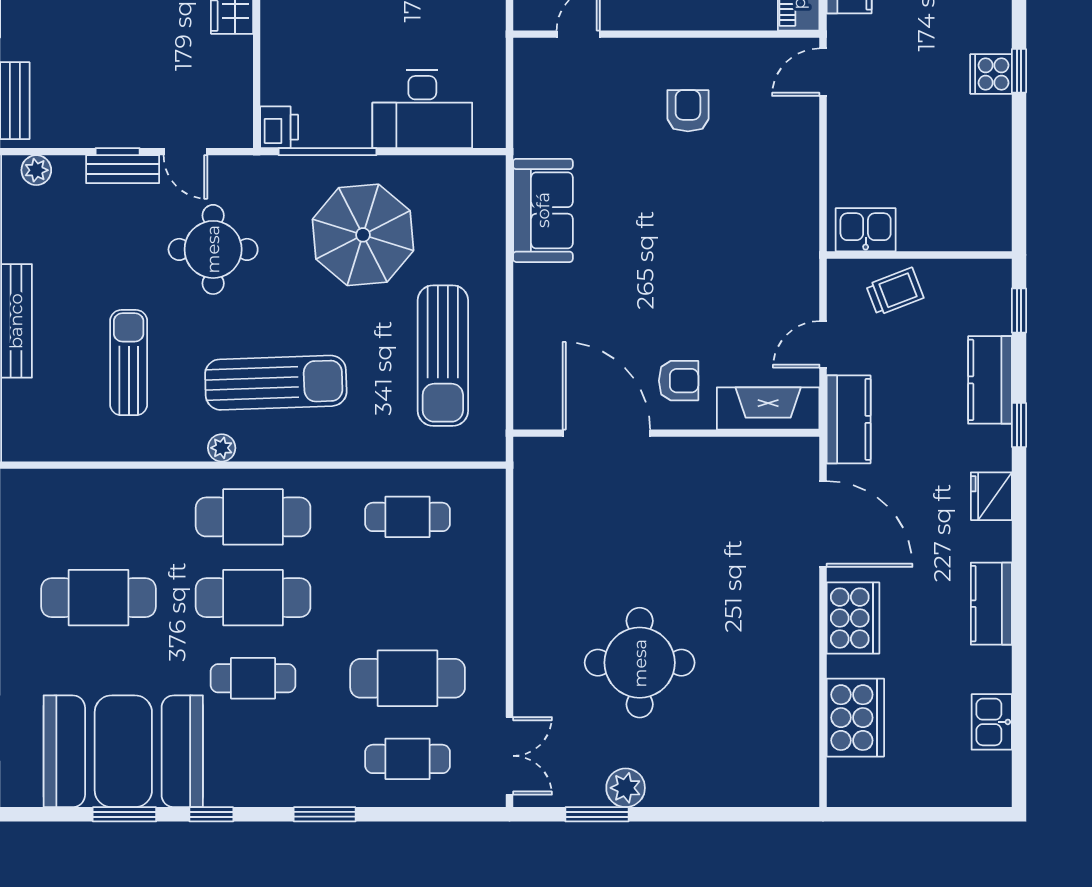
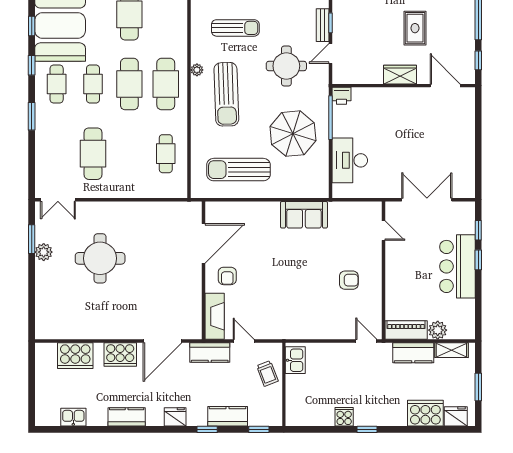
cooker: (991, 74) -> (344, 417), moved
cafe table: (408, 759) -> (57, 84), moved
window: (124, 814) -> (32, 26), width x0.67

